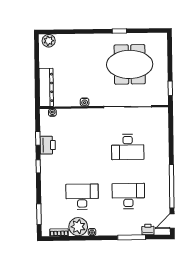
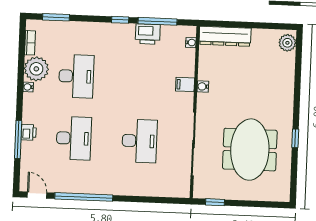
filing cabinet: (84, 115) -> (185, 84), added
window: (38, 138) -> (157, 21), width x2.17
desk: (128, 147) -> (139, 141), turned 180
printer: (148, 229) -> (29, 132), moved

